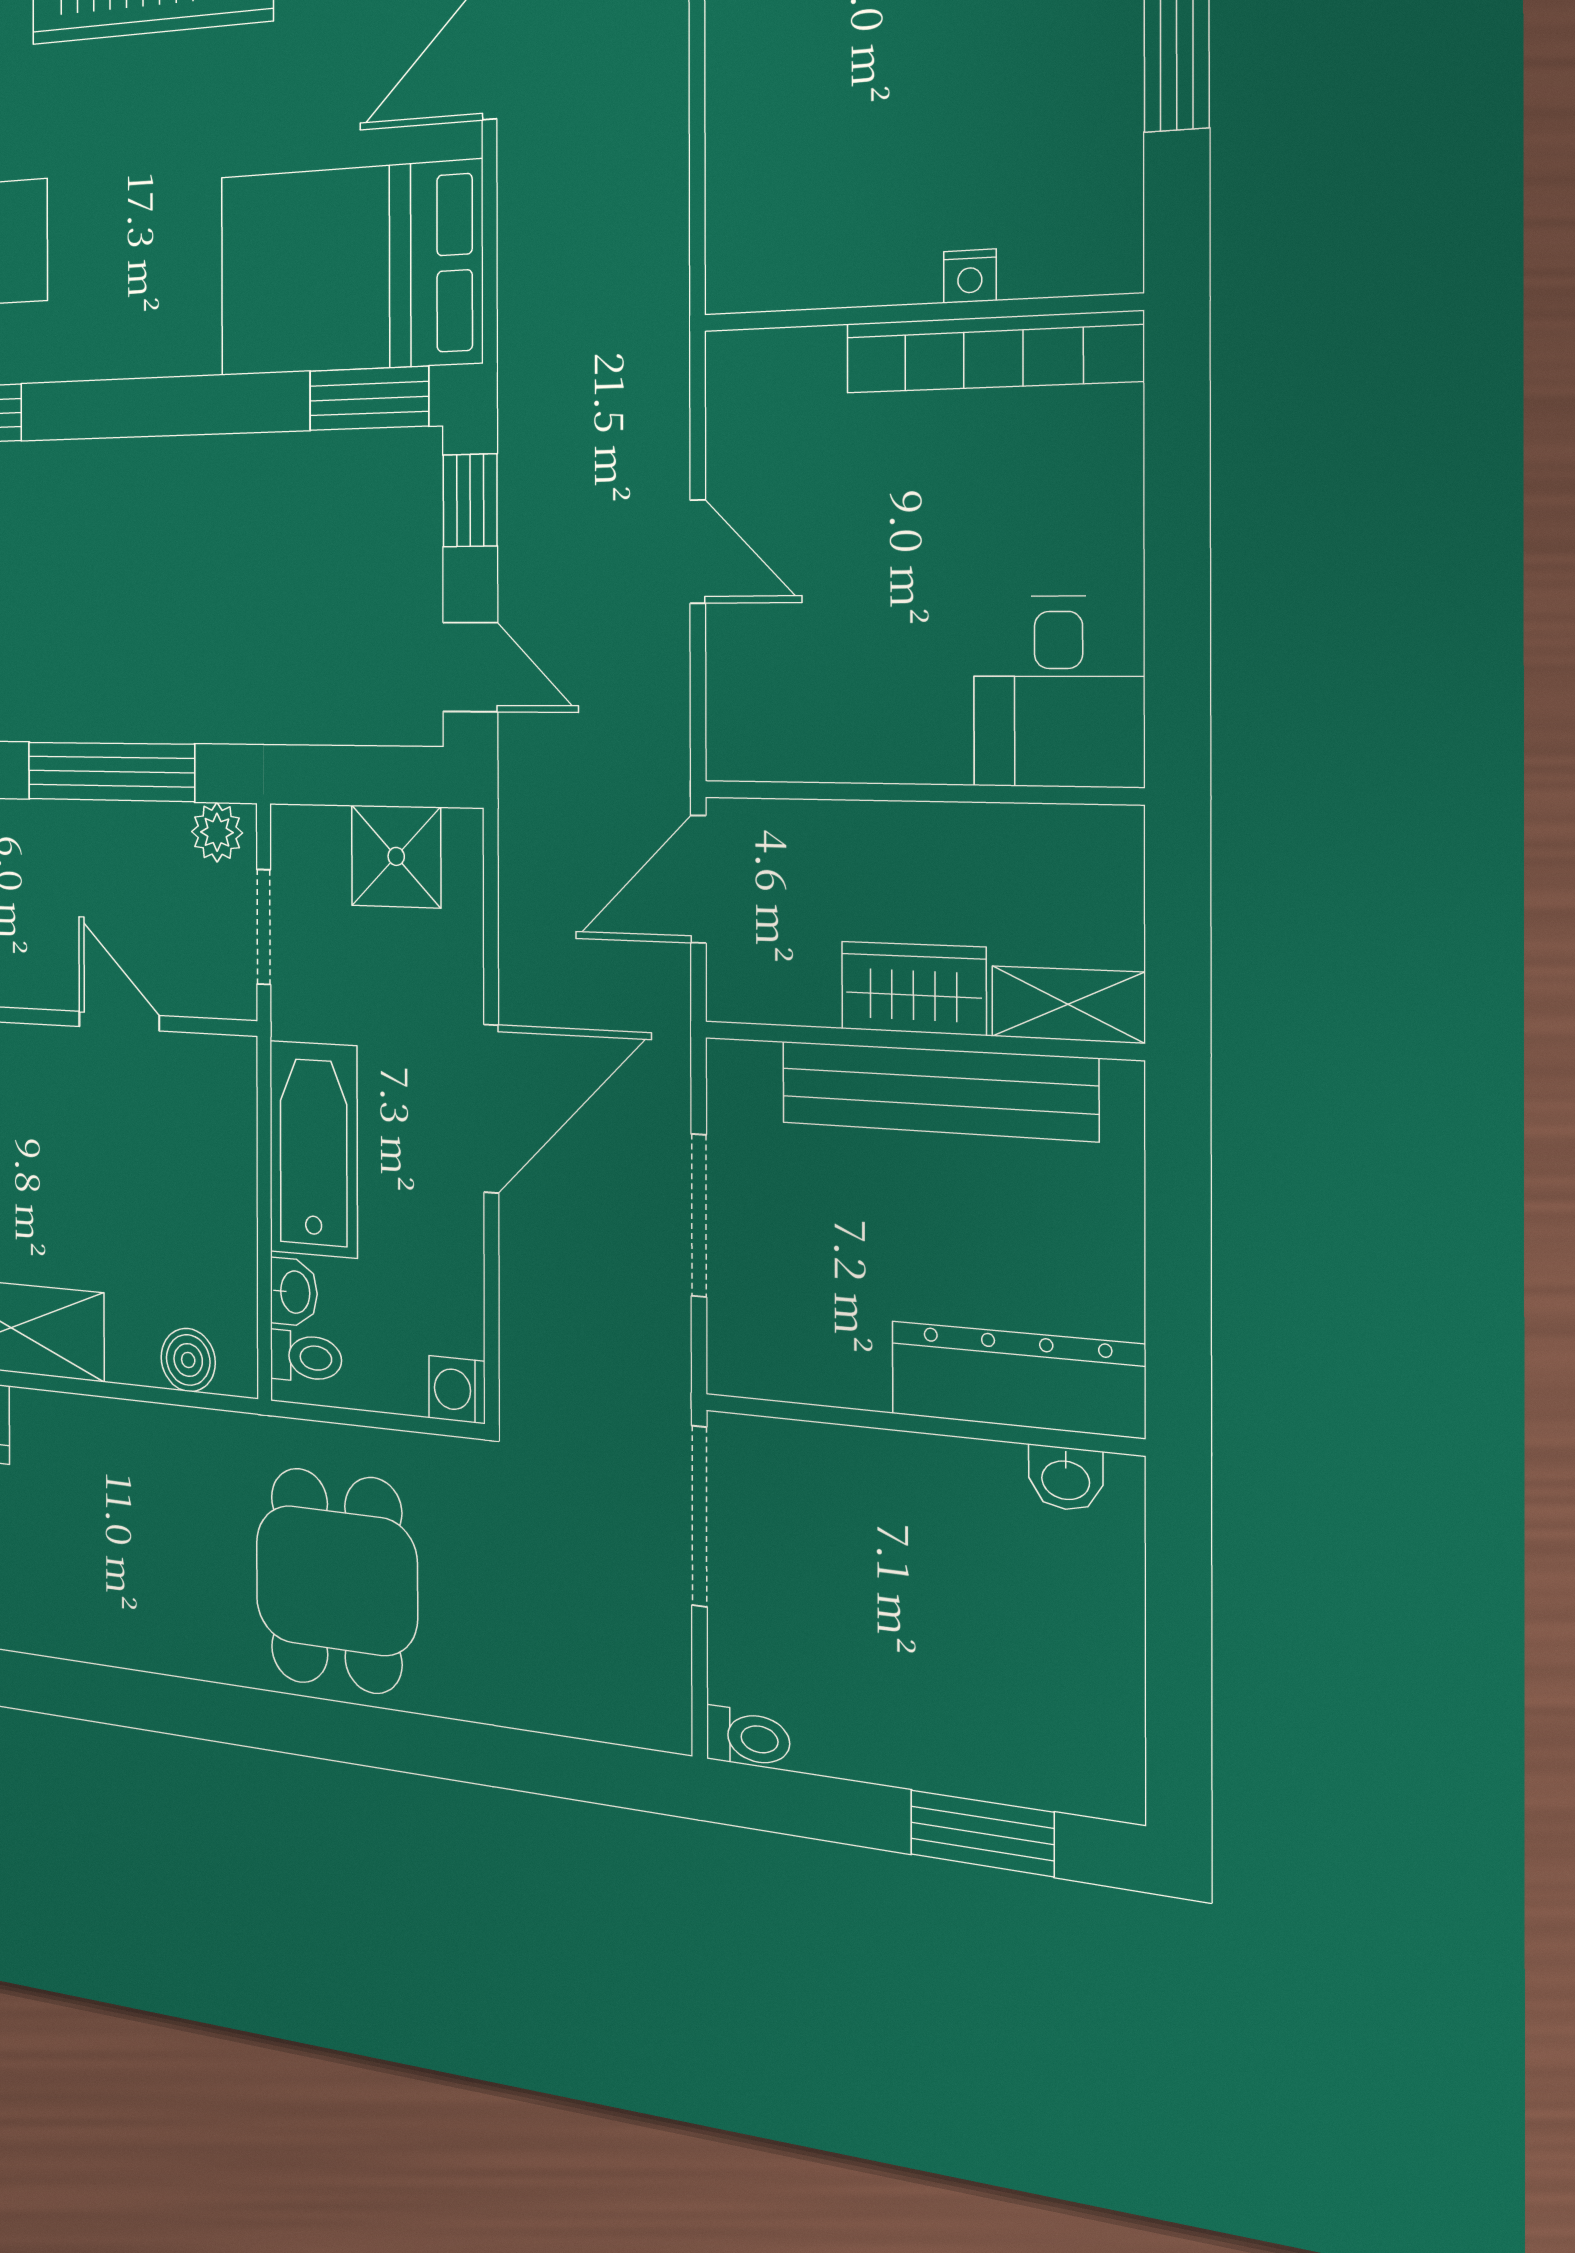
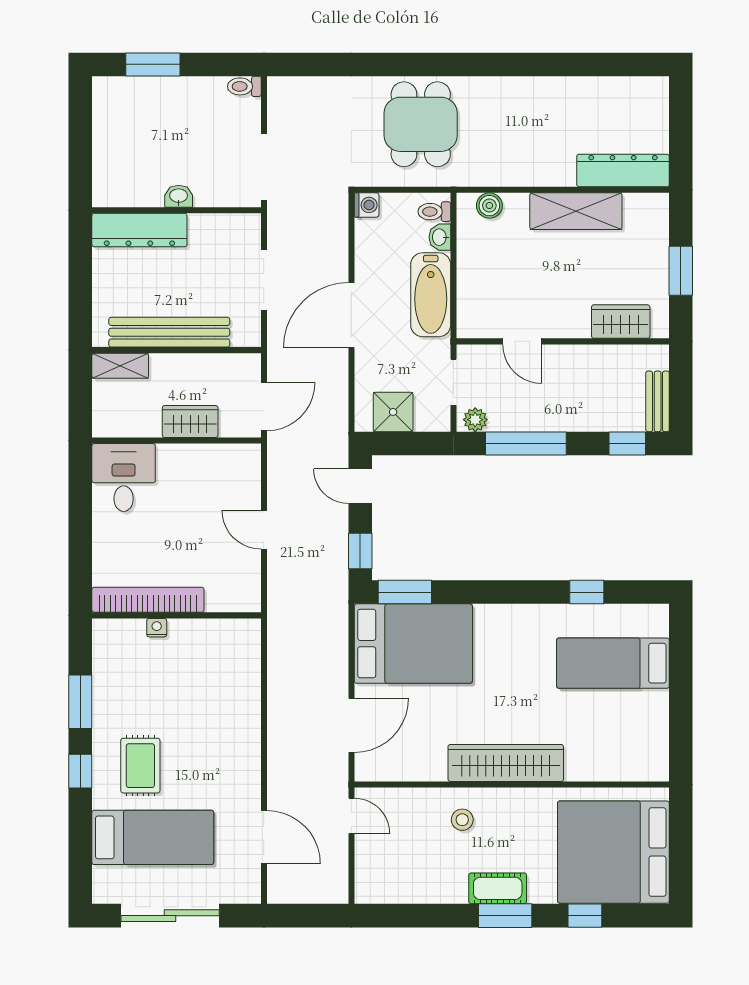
wardrobe: (913, 988) -> (190, 421), moved, turned 180
washbasin: (1066, 1478) -> (179, 196), moved

